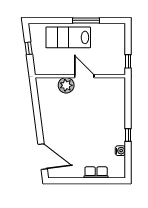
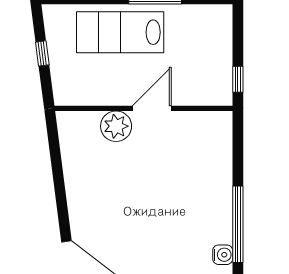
door: (84, 76) -> (152, 108), hinge flipped
window: (128, 135) -> (238, 224), width x3.17

